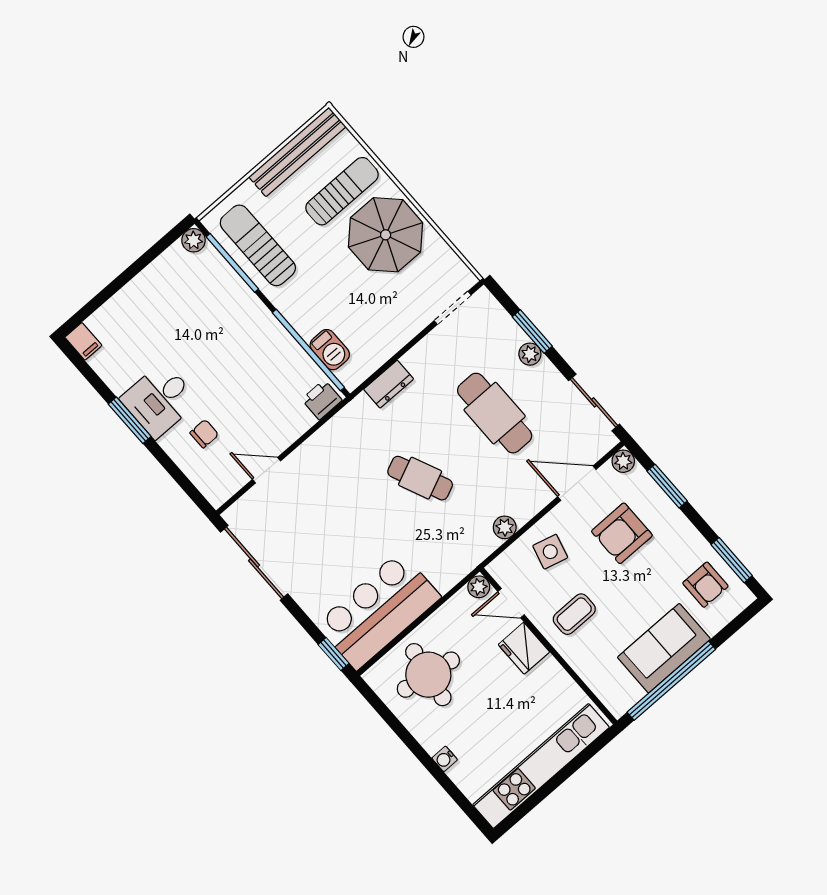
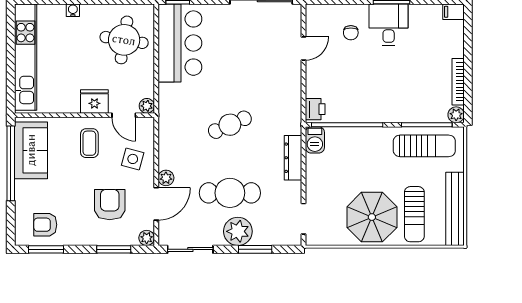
bookcase: (156, 269) -> (458, 82), added
barbecue: (330, 350) -> (315, 140), moved, turned -90
plant: (530, 354) -> (238, 231), width x1.87, depth x1.87
dresser: (389, 384) -> (293, 158), width x1.44
plant: (505, 527) -> (166, 178), moved
door: (511, 603) -> (124, 115), swing flipped
sofa: (664, 648) -> (31, 150), moved

